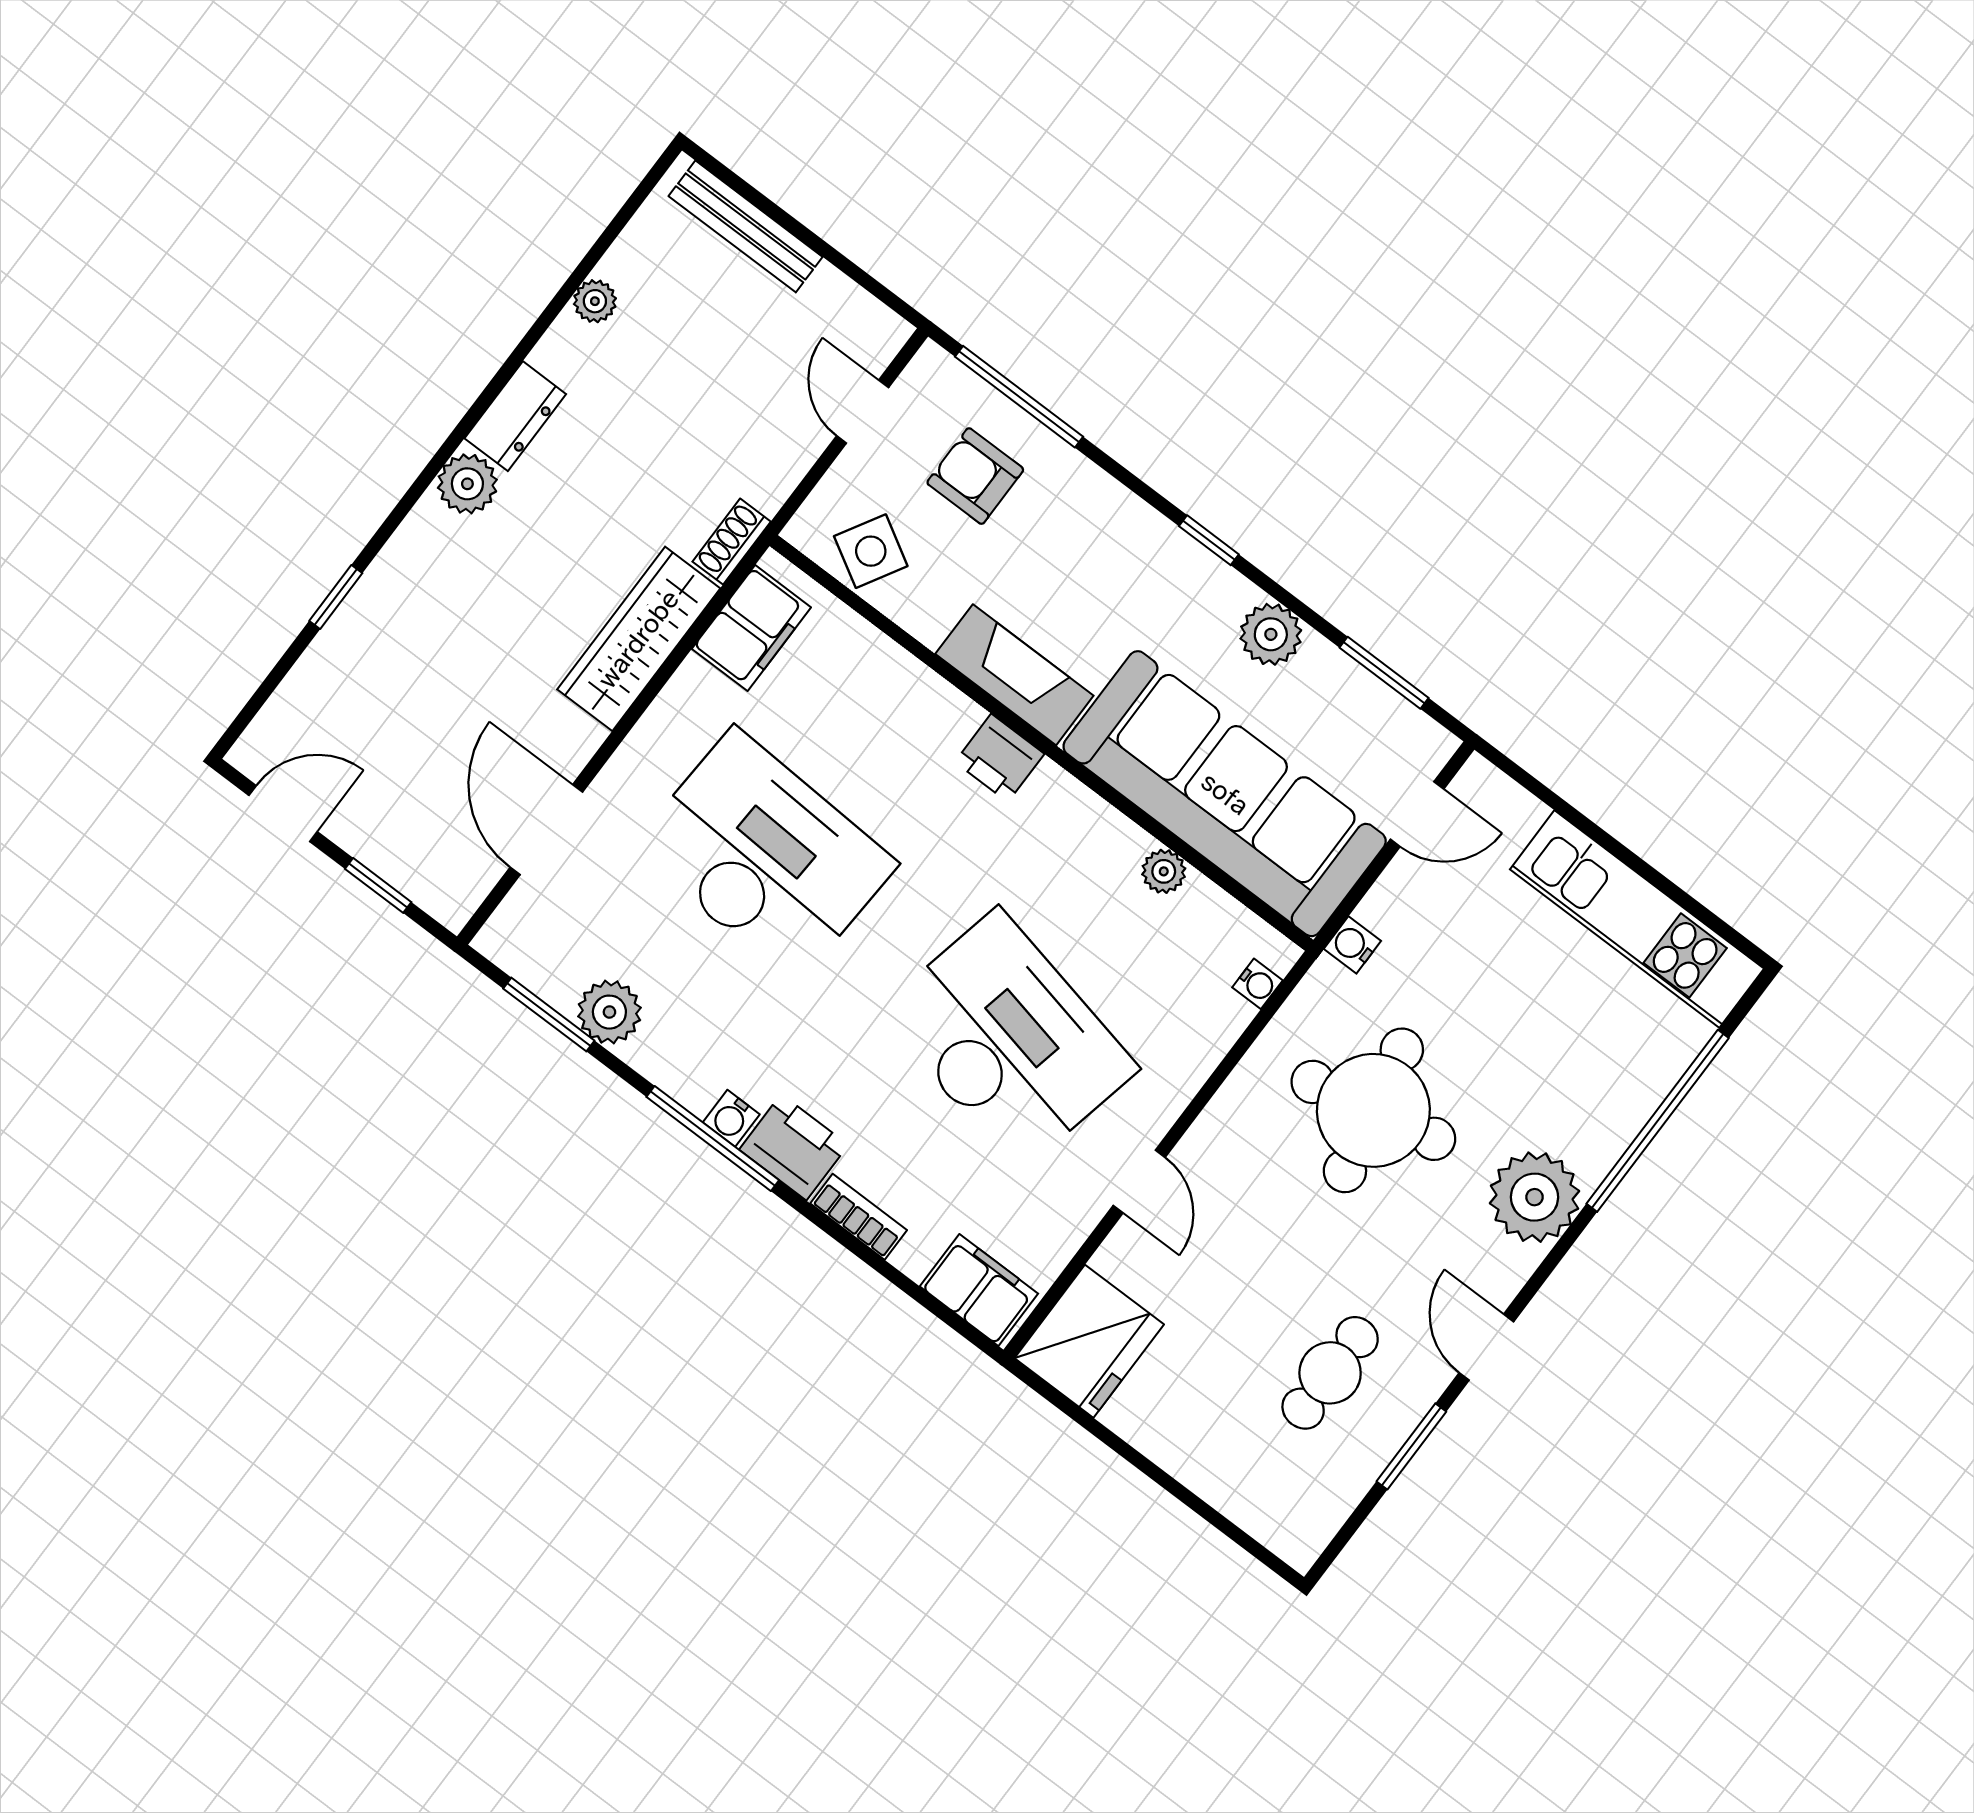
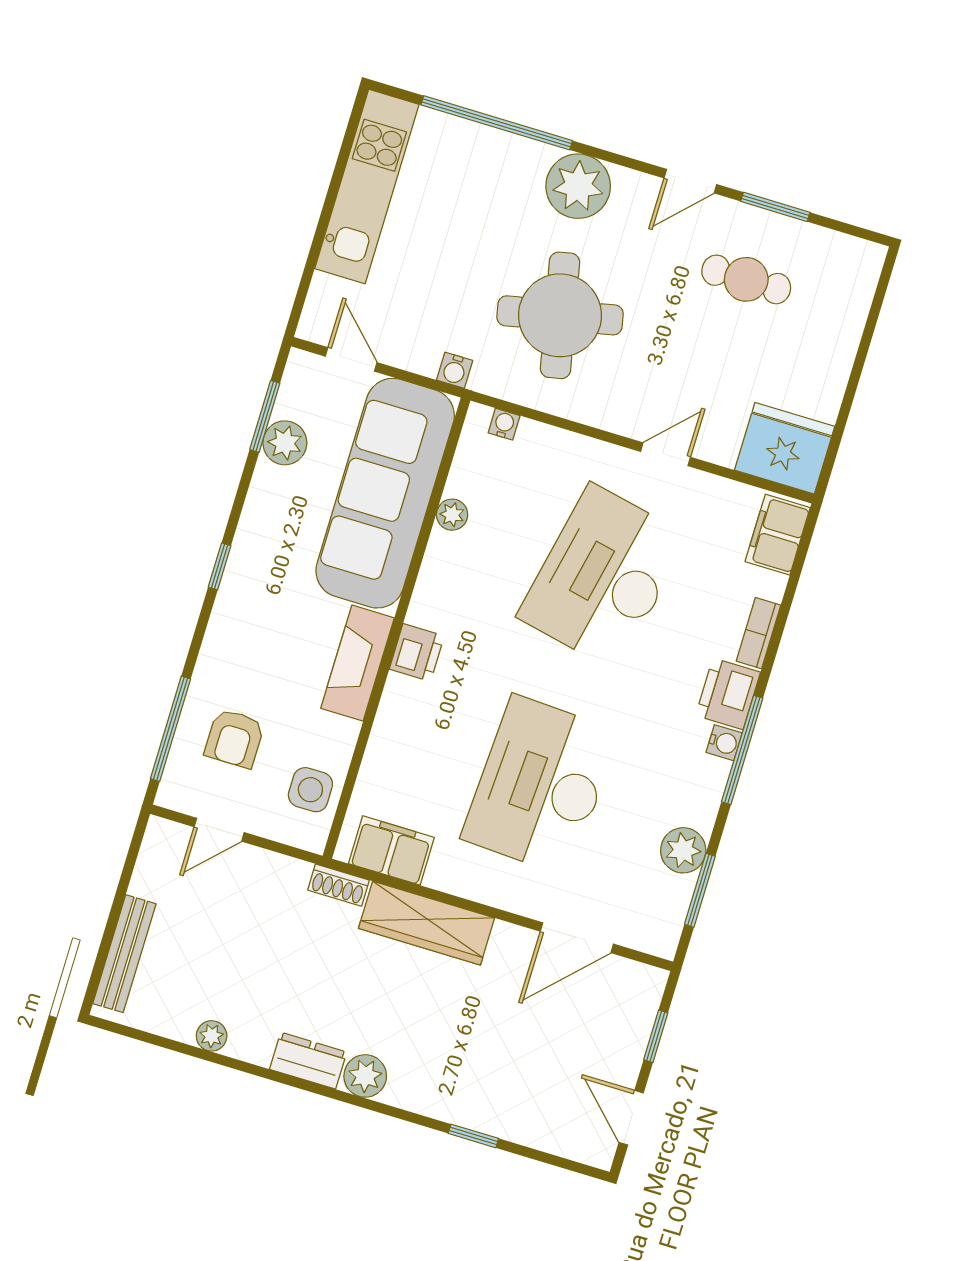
side table: (871, 551) -> (310, 790), turned -30
plant: (1271, 634) -> (285, 443), moved

